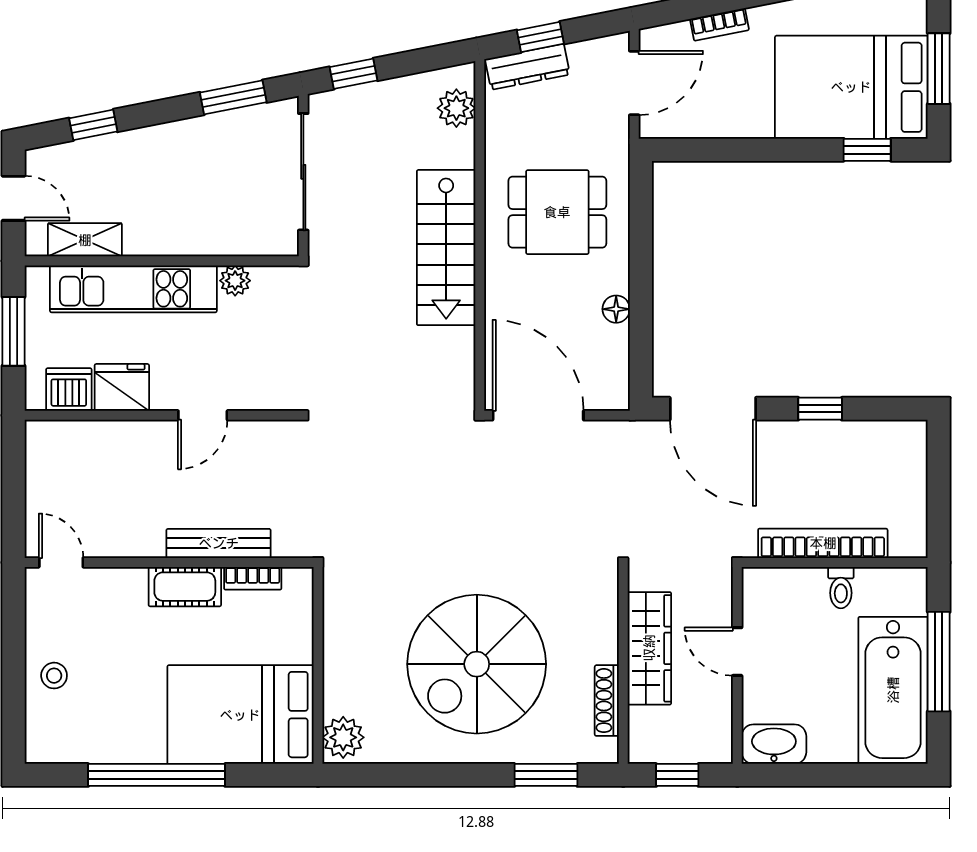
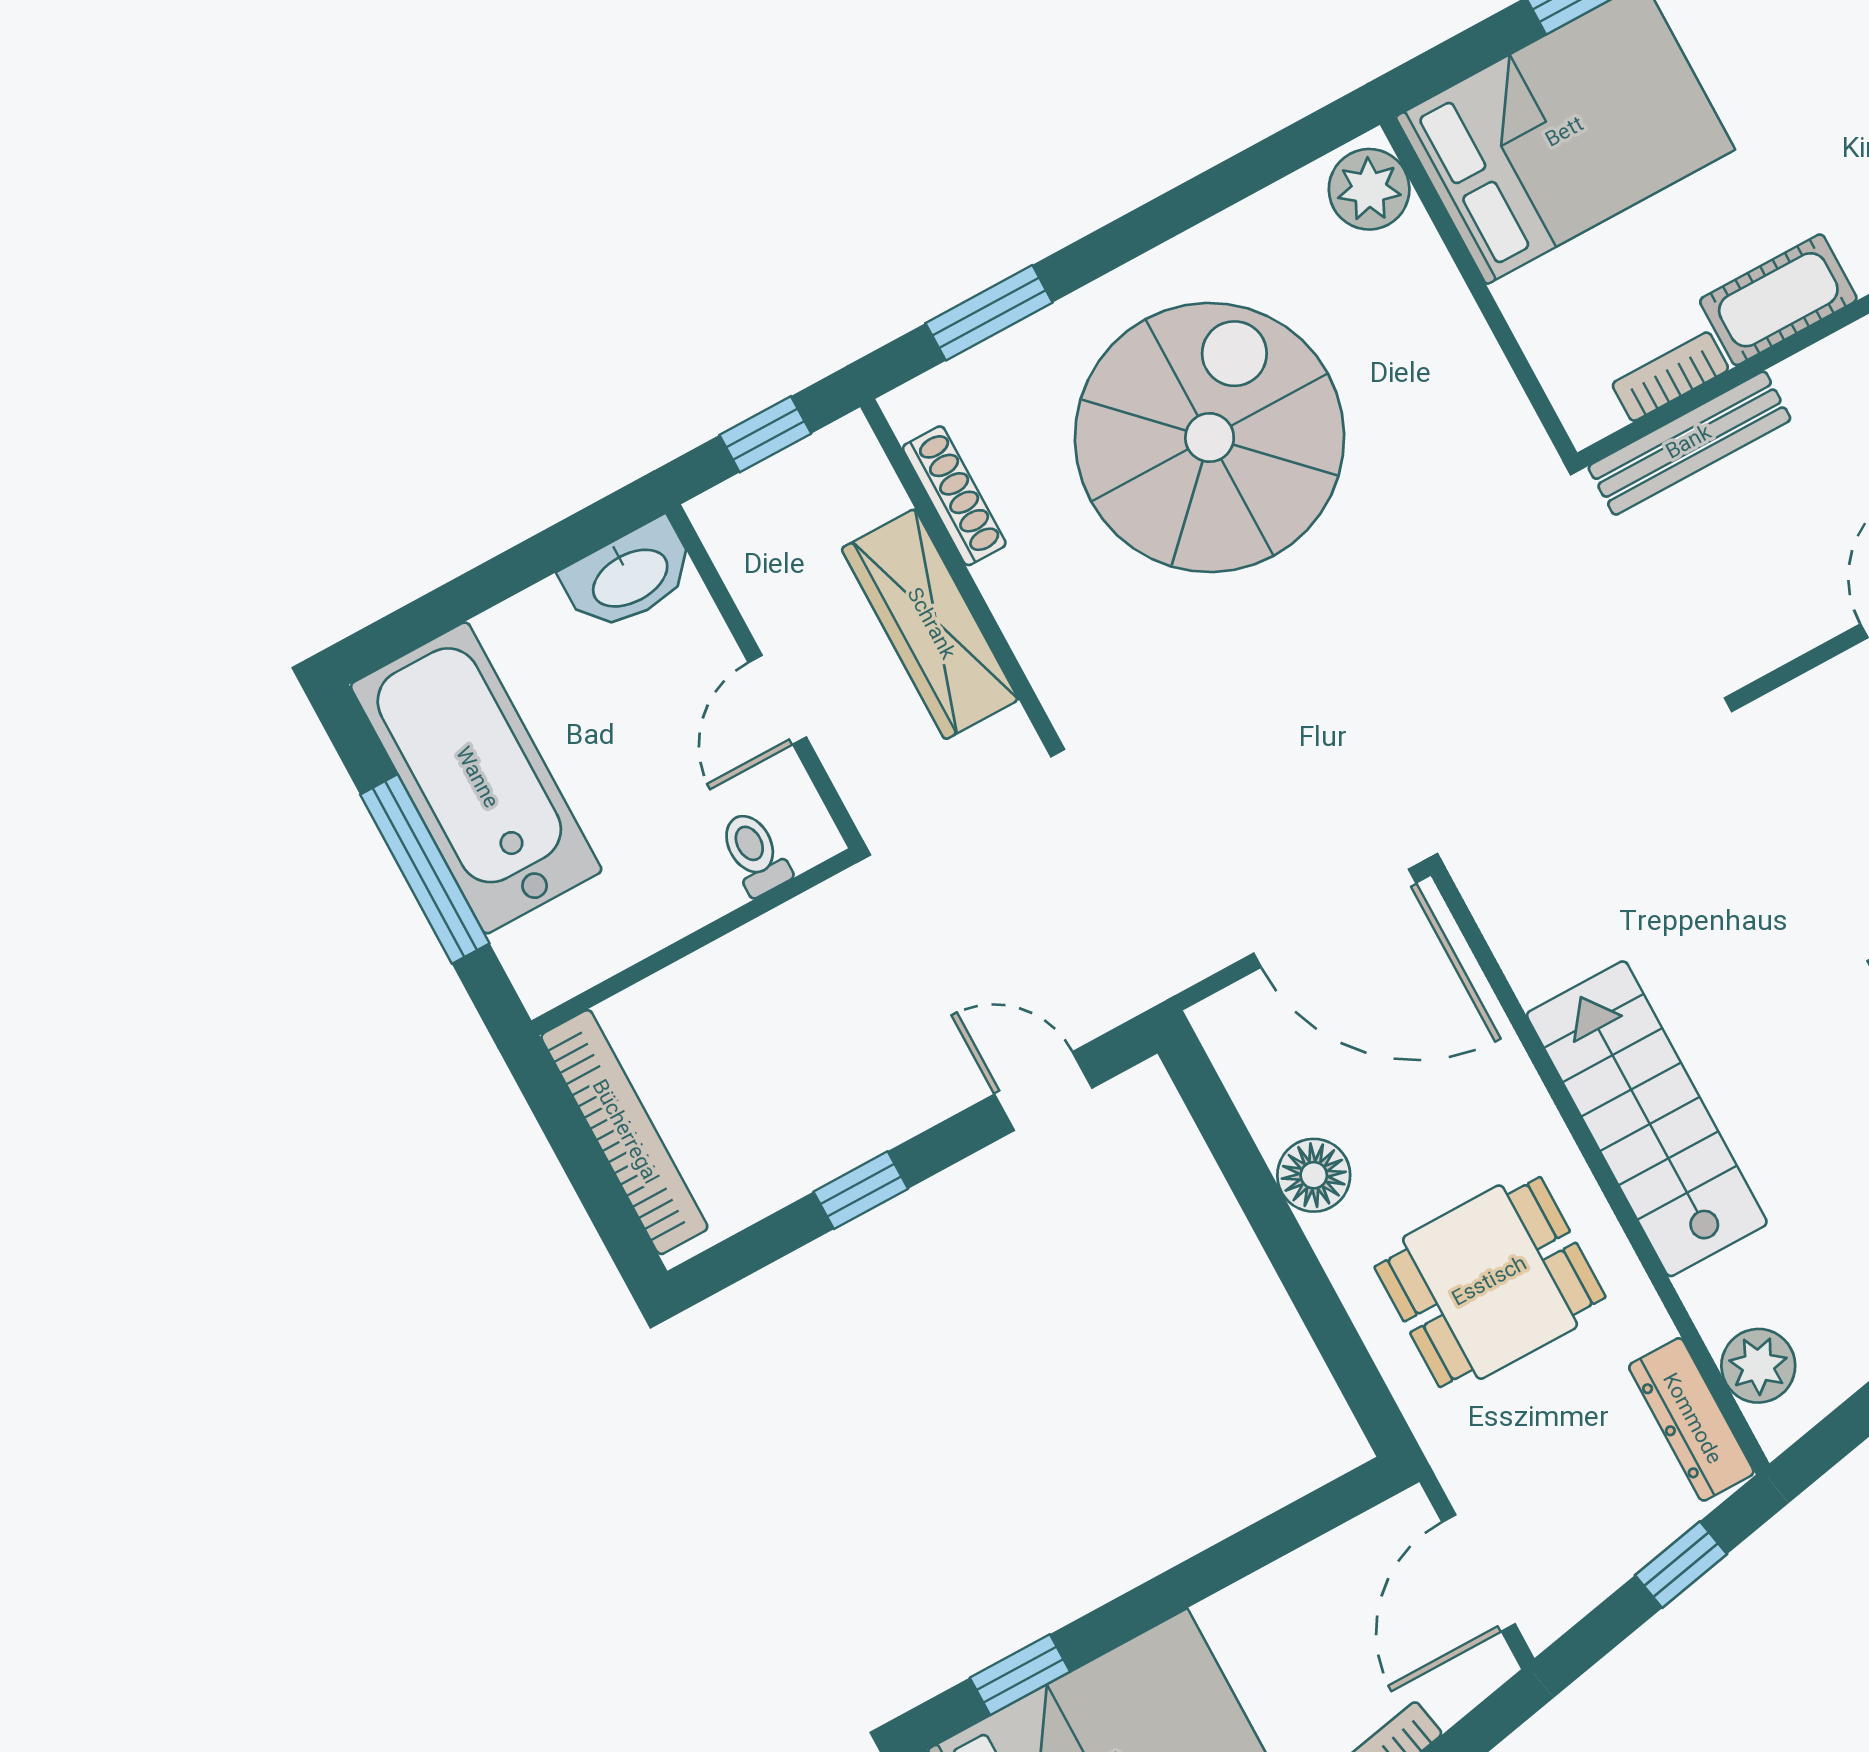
dresser: (527, 67) -> (1691, 1419), moved, turned -79
floor lamp: (616, 309) -> (1314, 1175), width x1.37, depth x1.37
door: (713, 409) -> (1043, 1091), width x0.53
bench: (219, 543) -> (1689, 443), moved
bookcase: (823, 543) -> (624, 1132), moved, turned -90
toilet: (841, 588) -> (755, 853), moved
door: (737, 652) -> (777, 700), swing flipped

